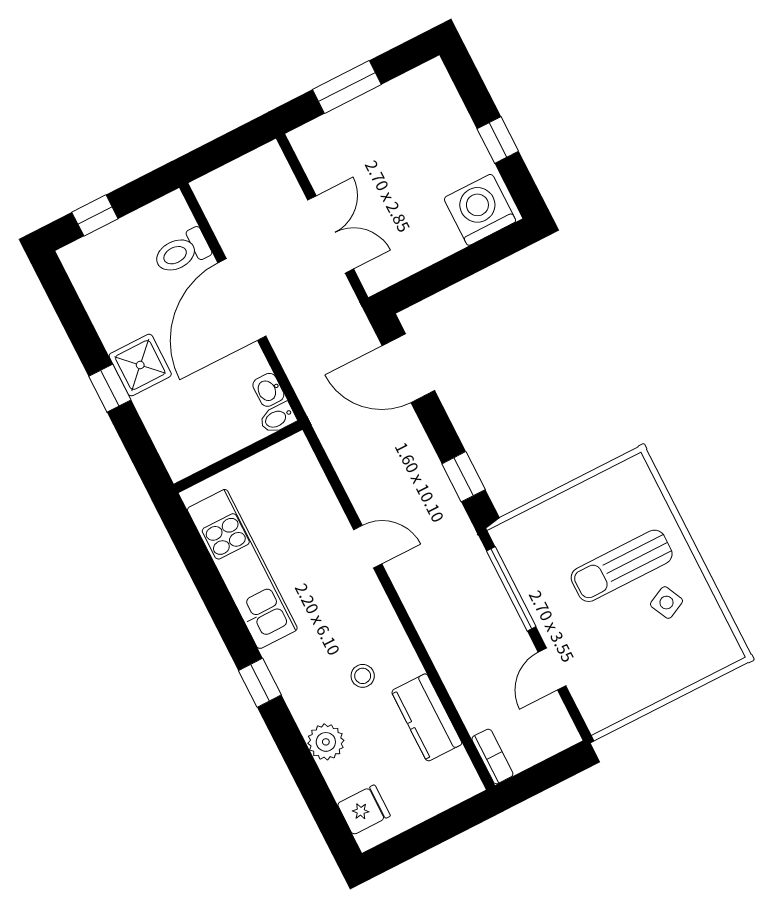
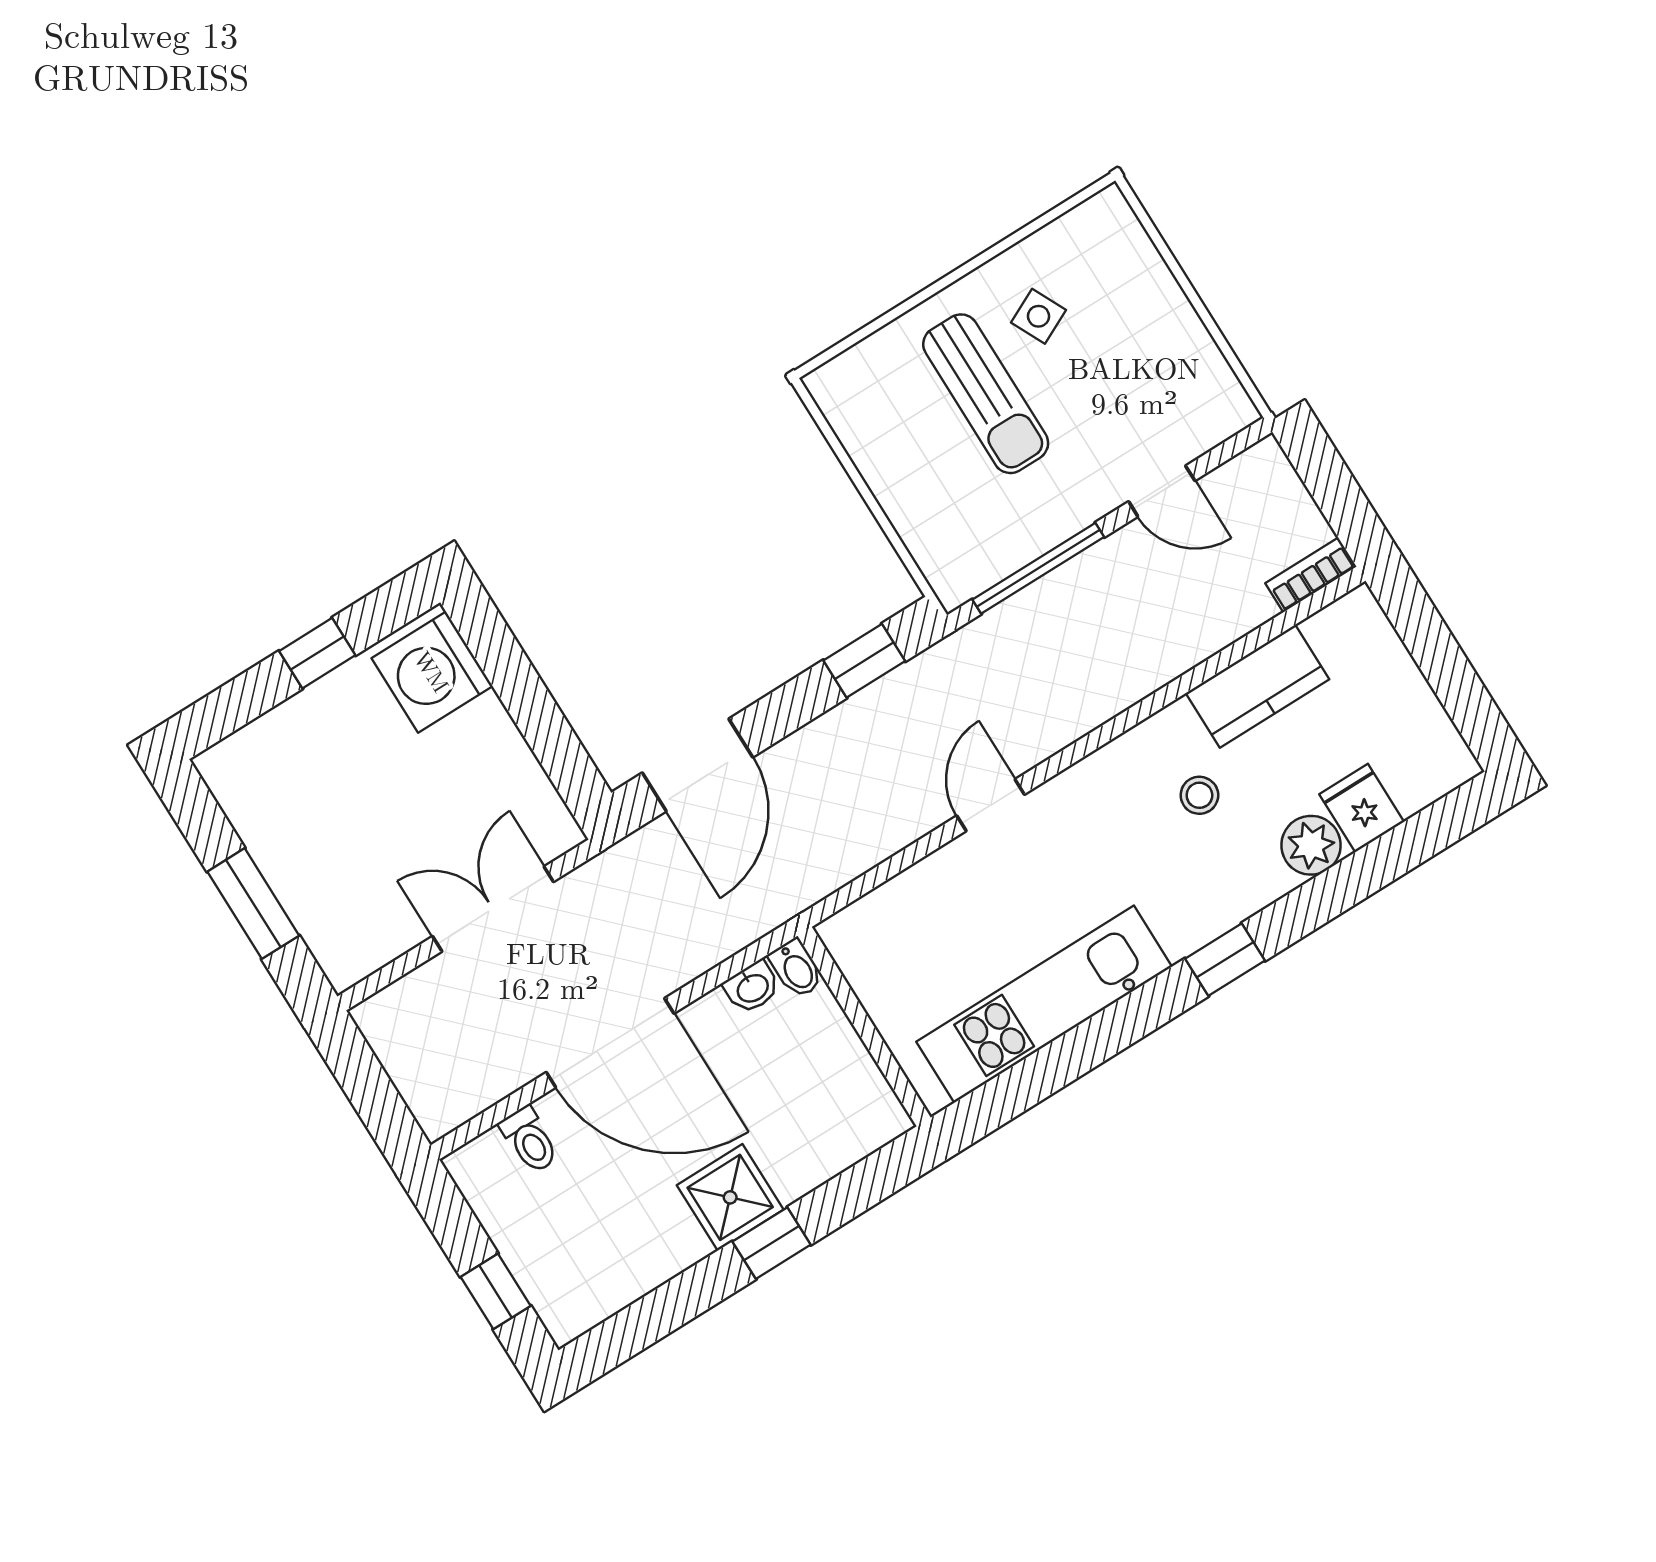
toilet: (182, 252) -> (529, 1140), width x0.73, depth x0.72
fridge: (364, 810) -> (1362, 808), moved

